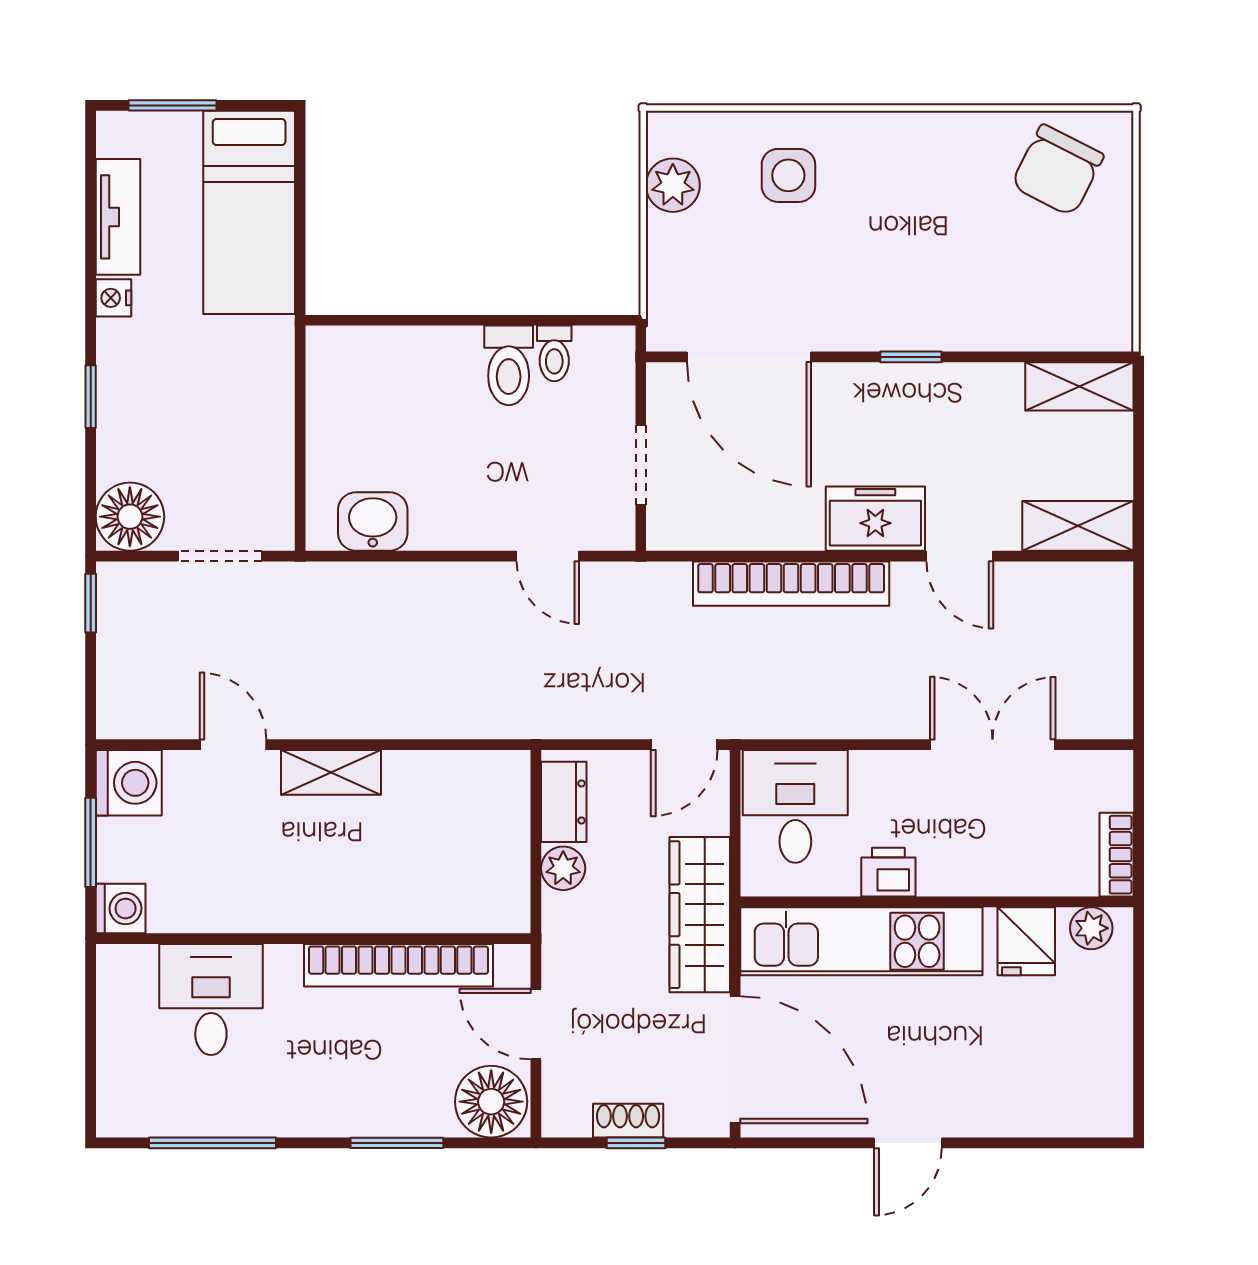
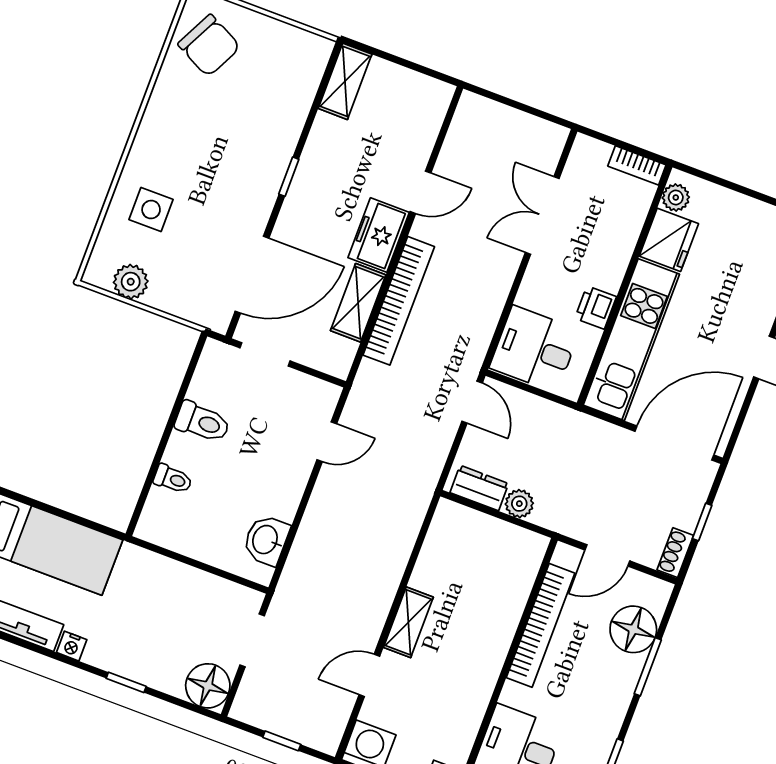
toilet: (554, 353) -> (173, 479), moved
doorway: (641, 465) -> (265, 354), moved
shelving: (1078, 526) -> (358, 303), moved
window: (91, 603) -> (282, 741), moved
wardrobe: (700, 915) -> (578, 431), removed
fridge: (1026, 941) -> (669, 240), width x1.38
floor lamp: (491, 1102) -> (633, 629), moved
shoe rack: (628, 1121) -> (675, 553), moved

